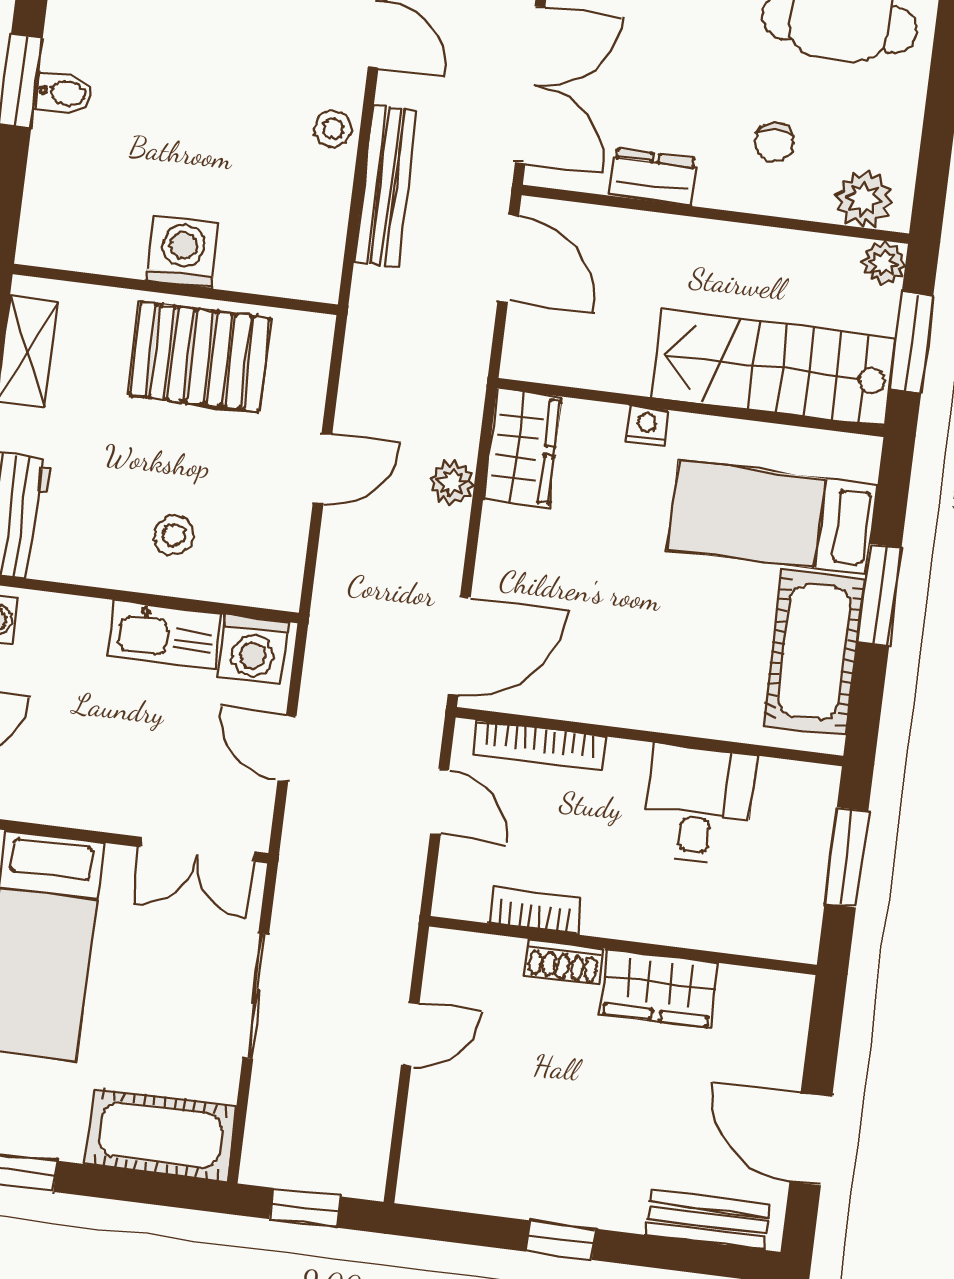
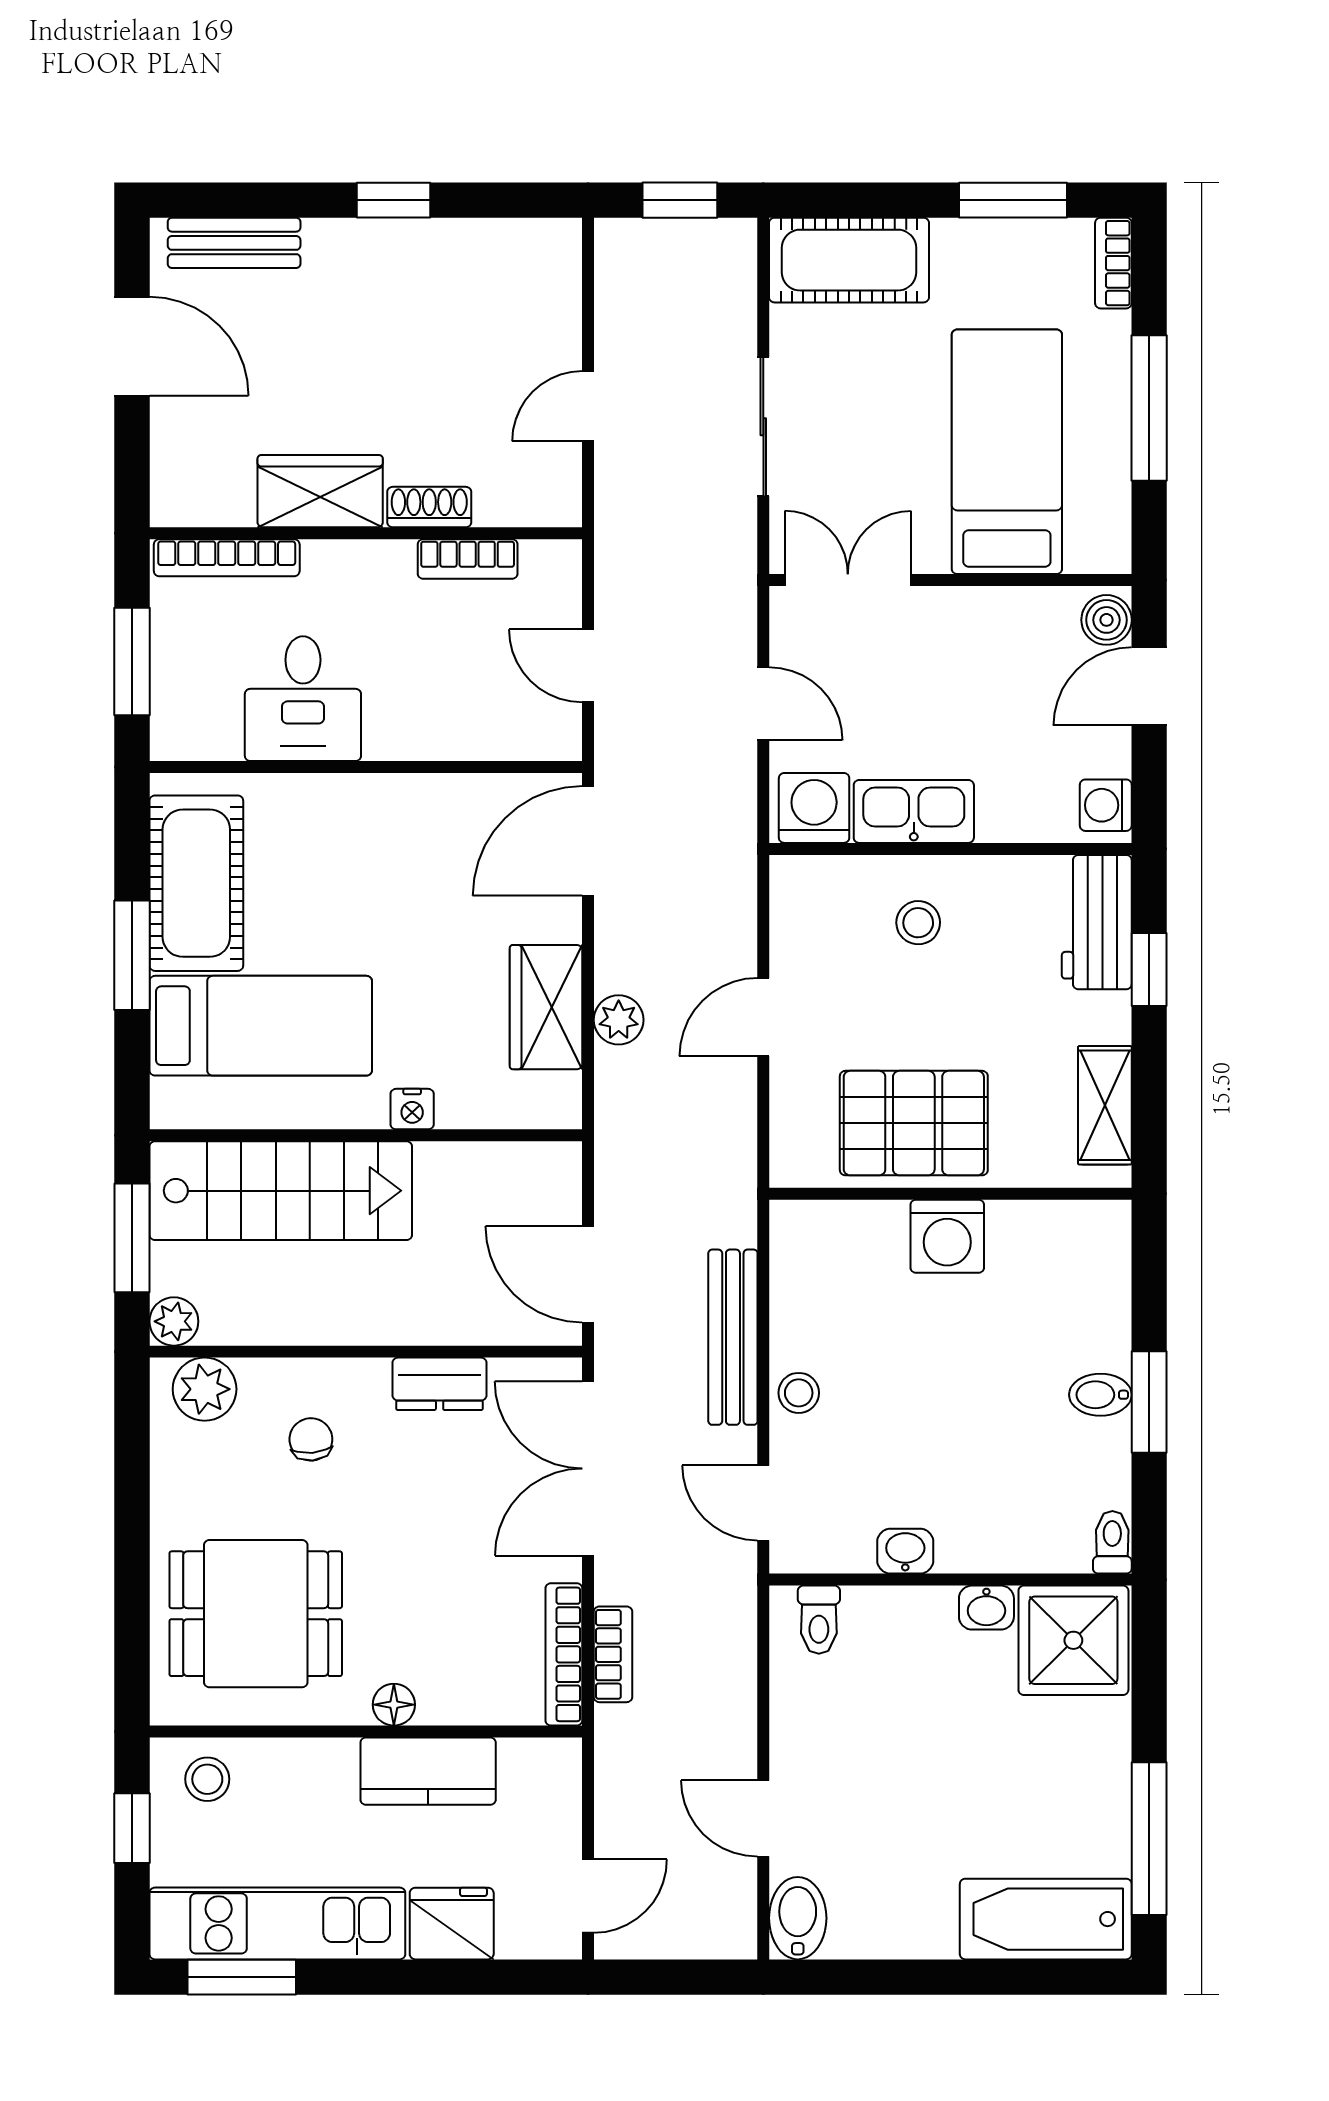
wardrobe: (522, 448) -> (546, 1007), moved
bookcase: (539, 745) -> (227, 558), moved, turned 180

